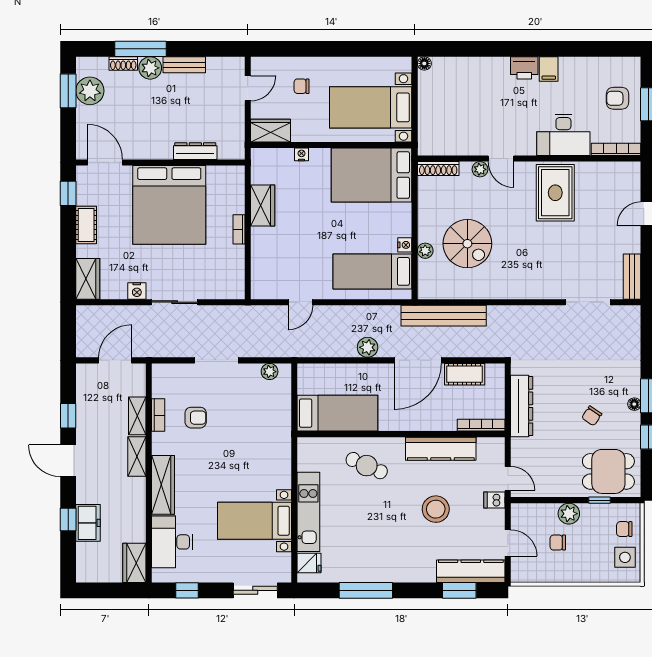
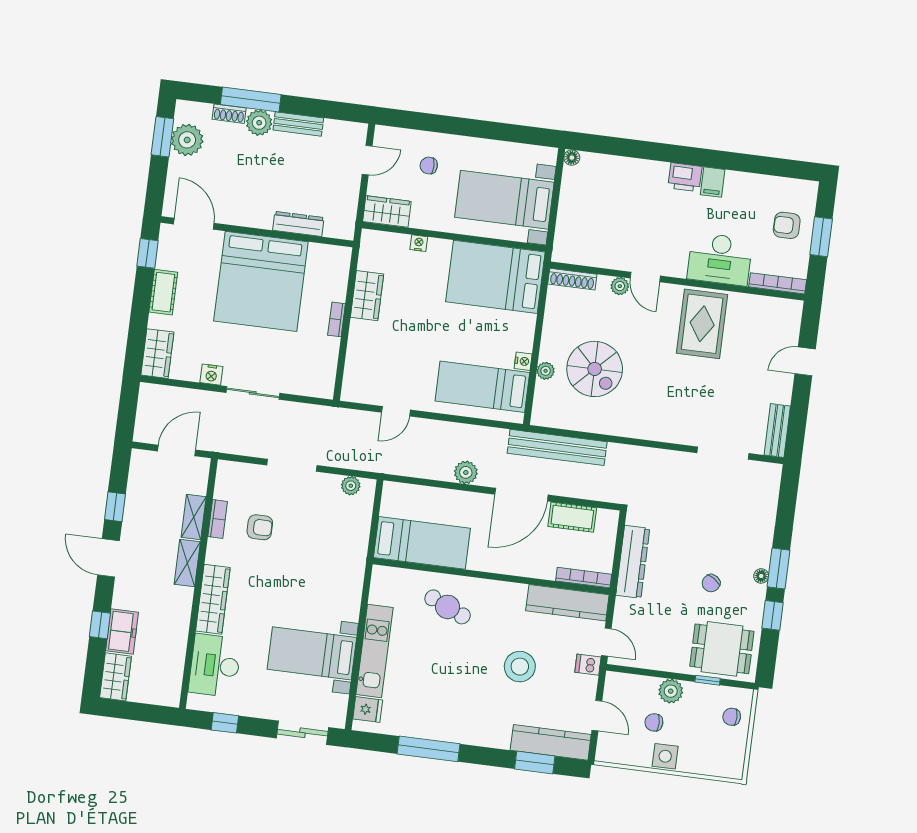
kitchen counter: (441, 449) -> (567, 603), moved
side table: (625, 557) -> (665, 756), moved
wardrobe: (134, 563) -> (115, 677), moved, turned 180

